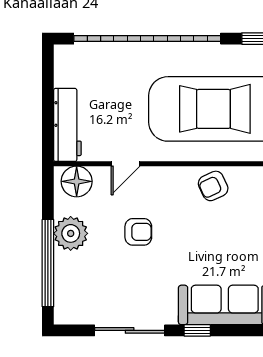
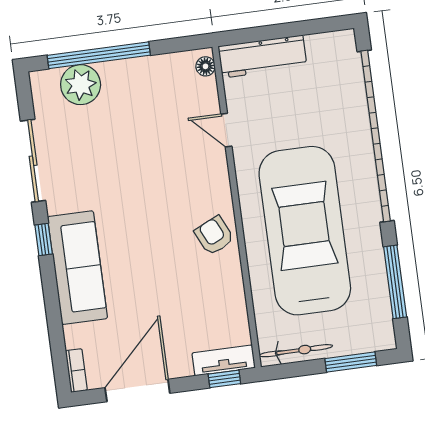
floor lamp: (77, 181) -> (205, 66), width x0.53, depth x0.53
armchair: (138, 232) -> (149, 156), removed
plant: (71, 233) -> (81, 85), moved

